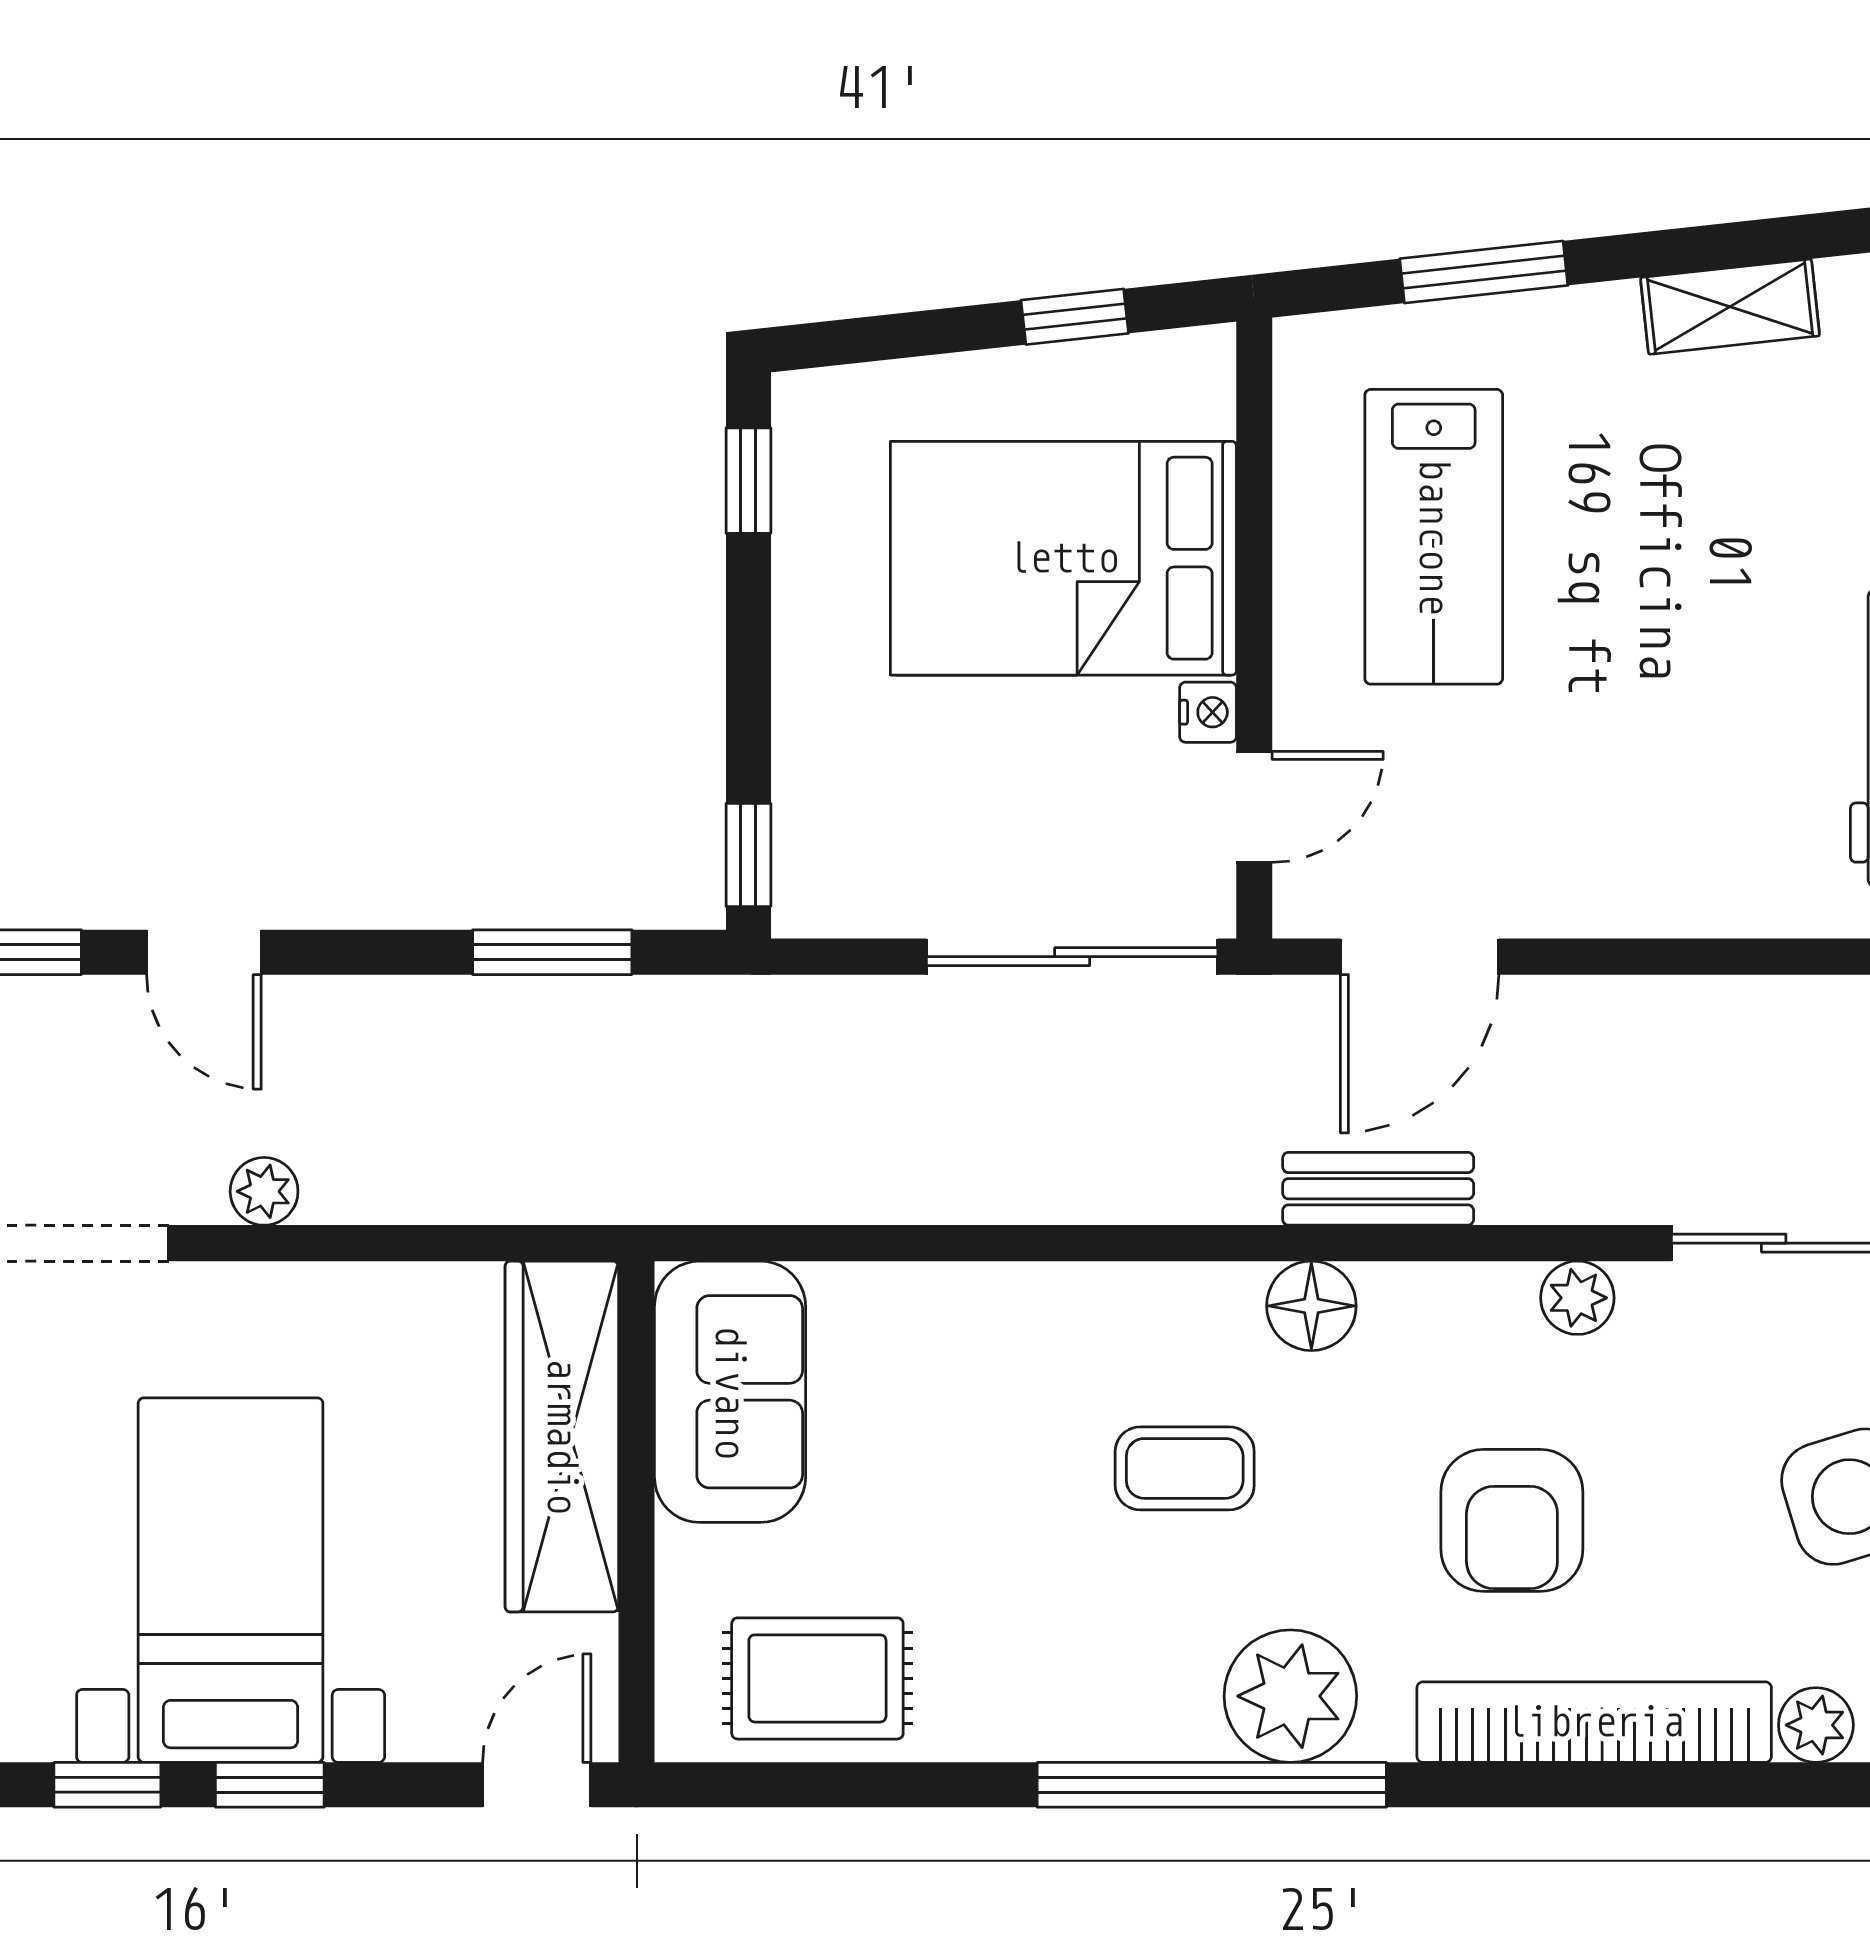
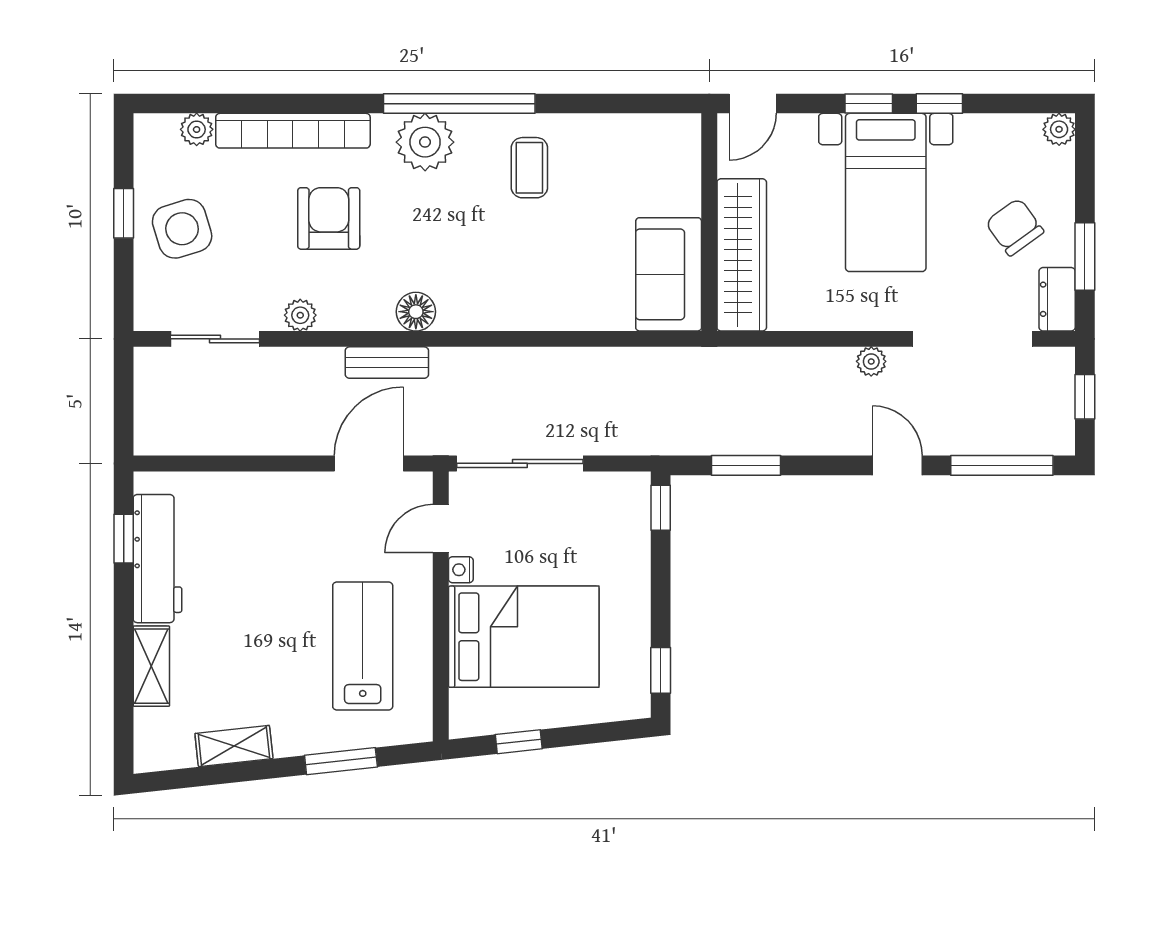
coffee table: (1185, 1468) -> (529, 168), moved, turned 90
rug: (817, 1678) -> (631, 150), removed

